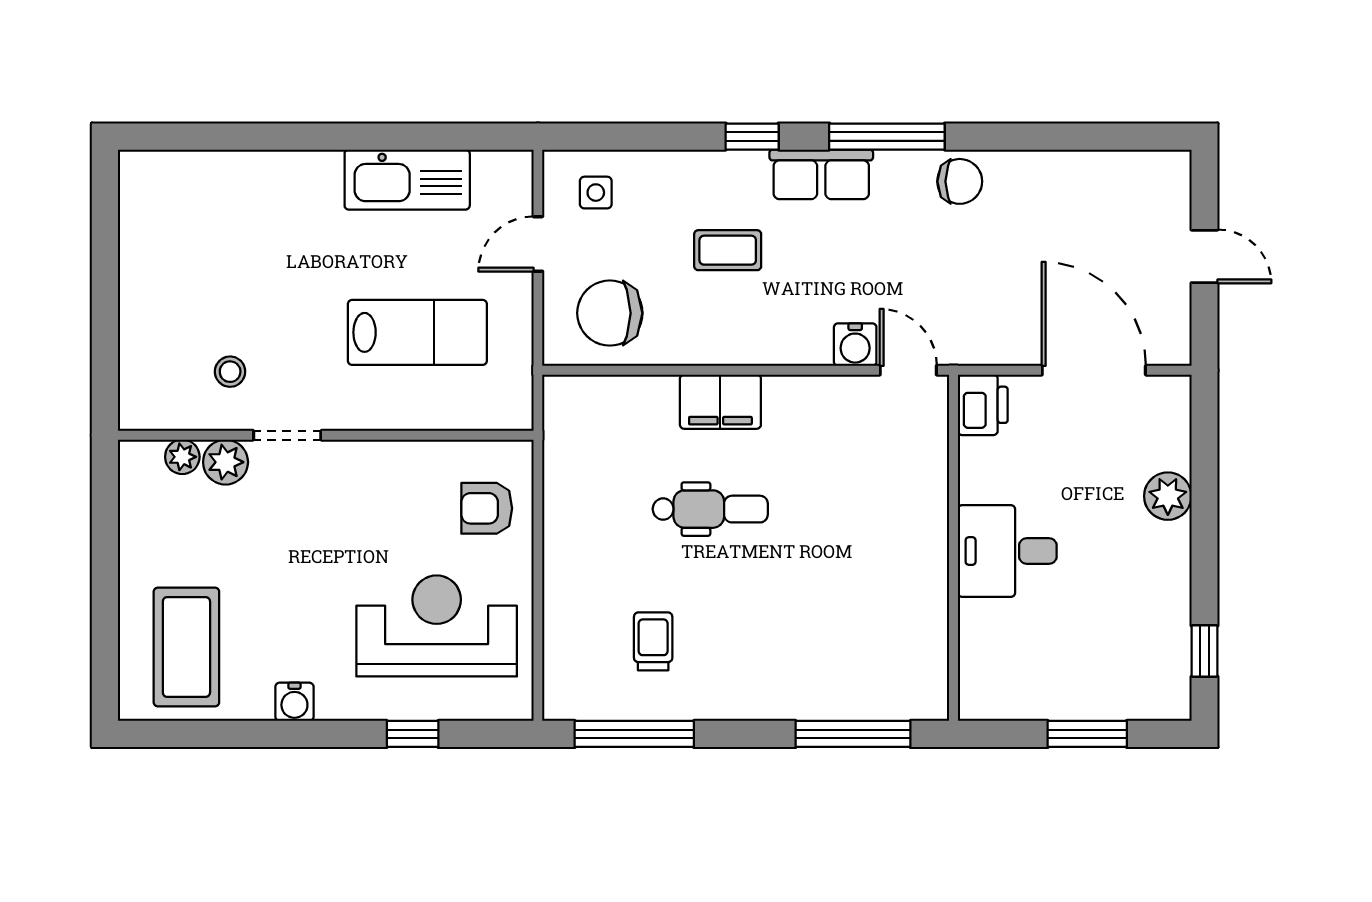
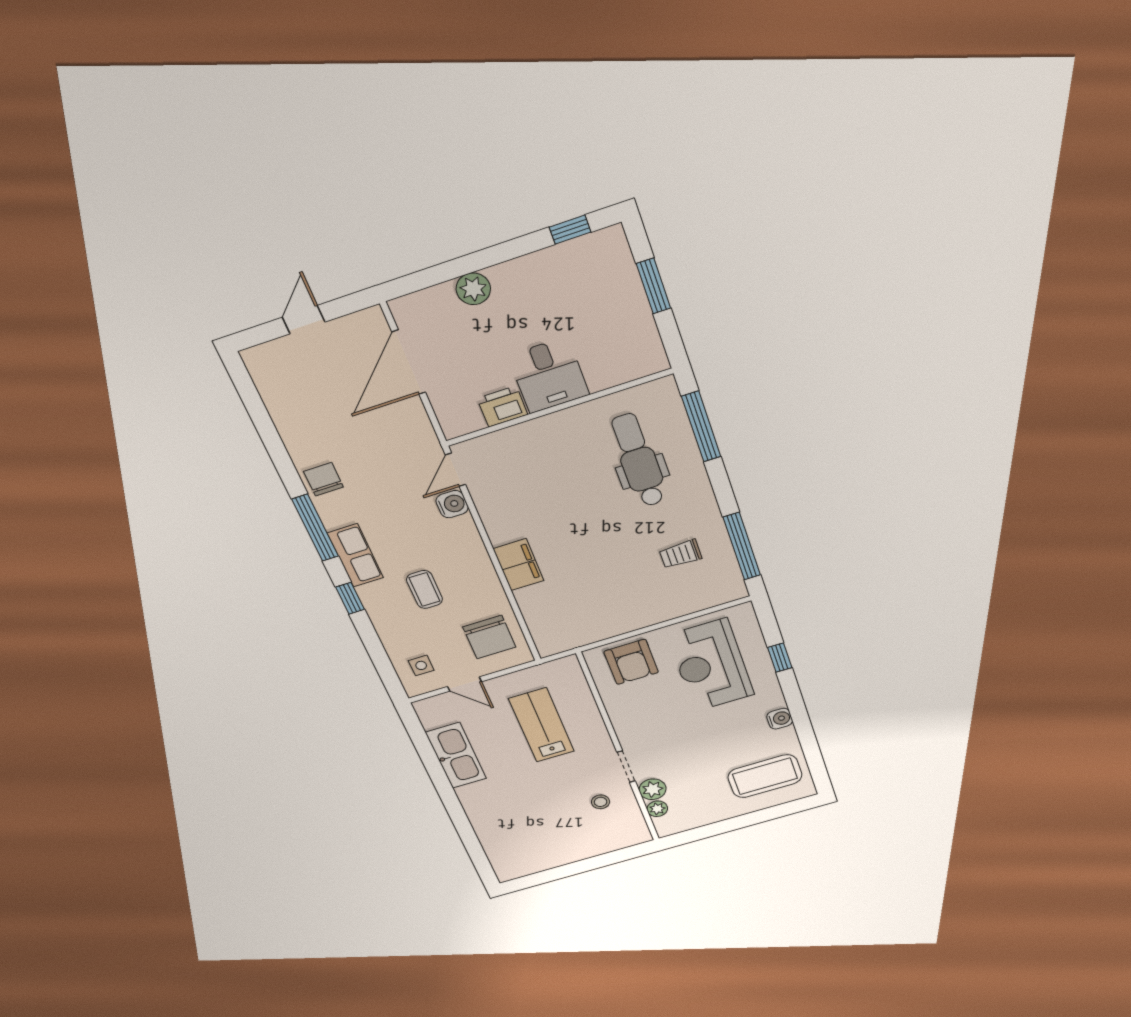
printer: (983, 405) -> (502, 406), moved
armchair: (487, 508) -> (631, 662), width x1.38, depth x1.38
dental chair: (710, 509) -> (639, 460), moved, width x1.36, depth x1.38

